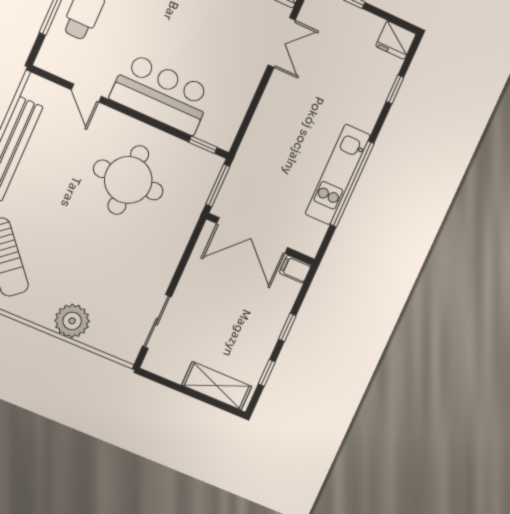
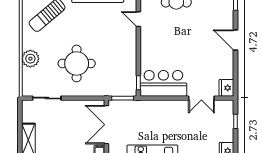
door: (86, 93) -> (138, 19), hinge flipped
bar counter: (161, 94) -> (163, 83), moved, turned -90
round table: (128, 180) -> (77, 63), moved

